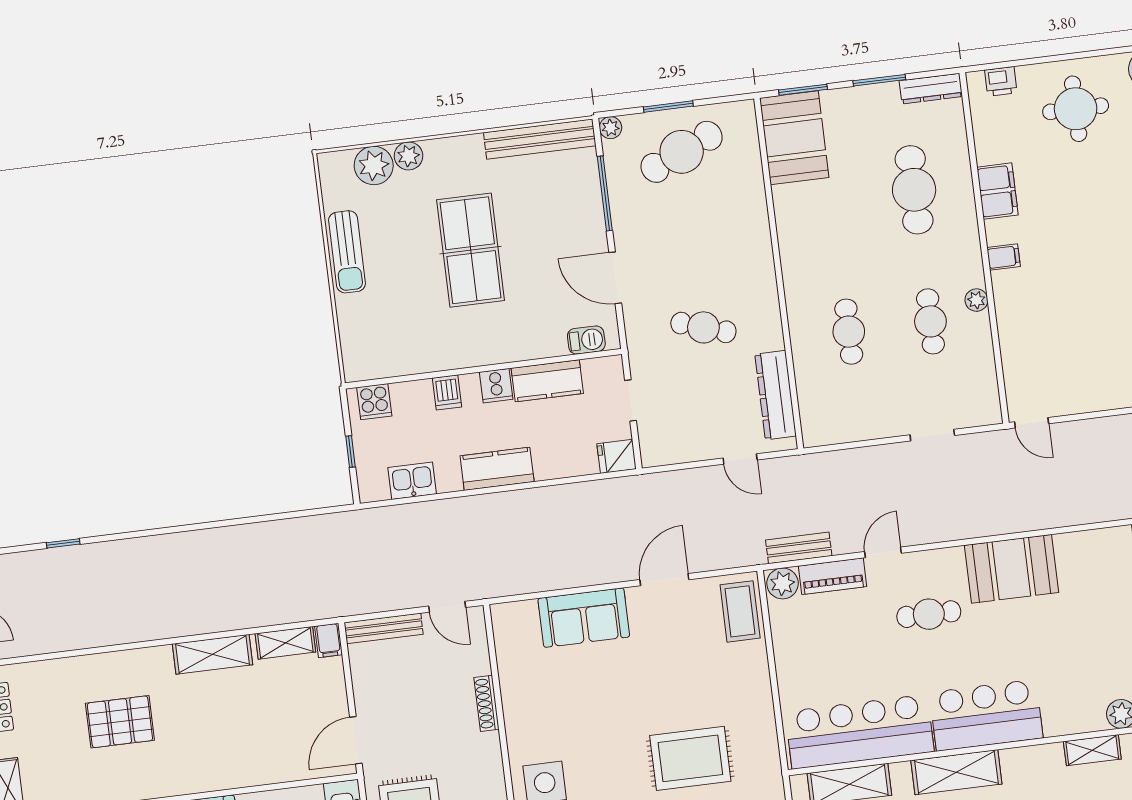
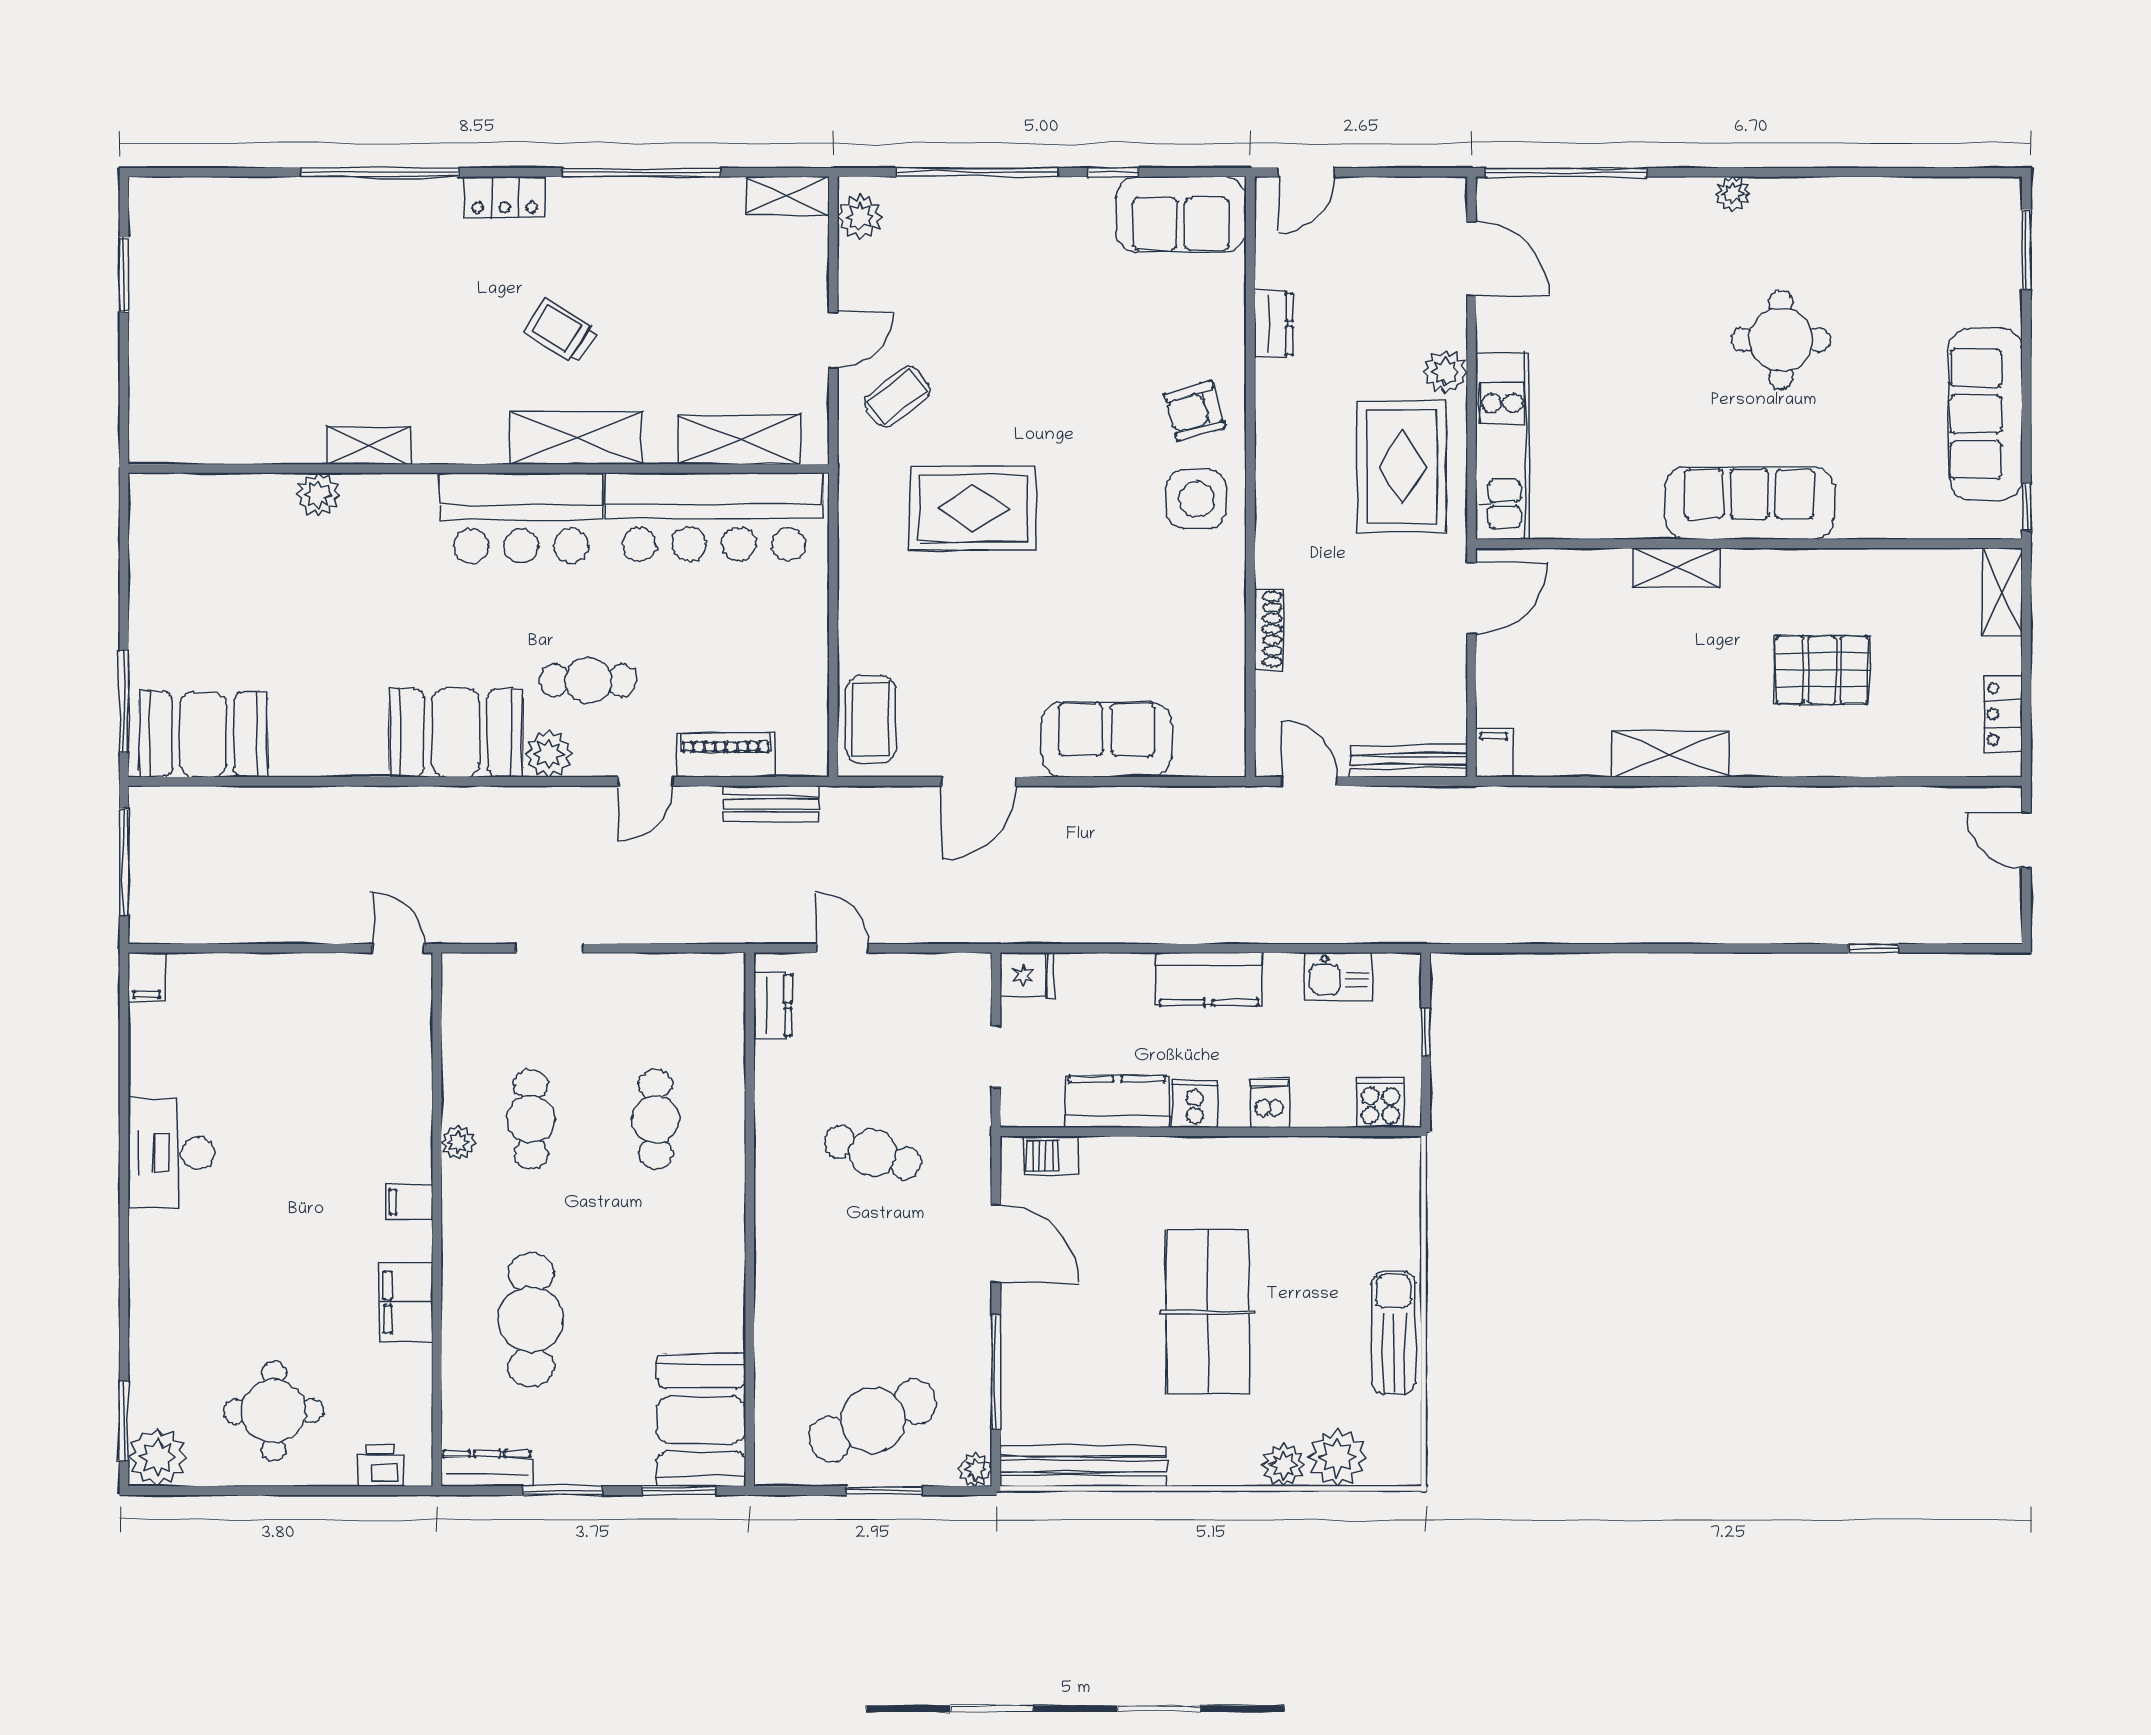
dresser: (776, 395) -> (773, 1005), width x0.51, depth x0.80
plant: (783, 583) -> (549, 754), moved
shelving: (285, 643) -> (1676, 567), moved

